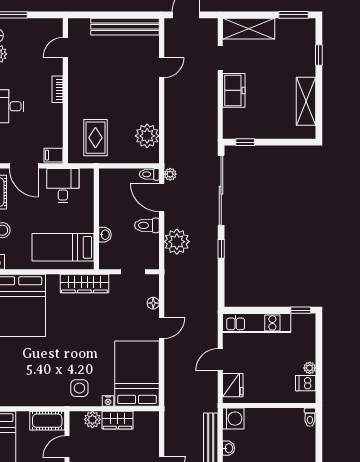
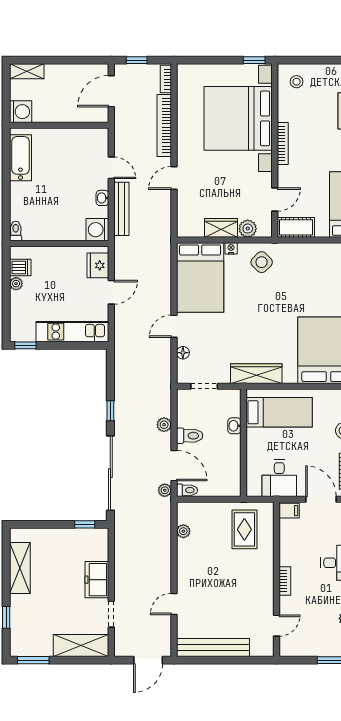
plant: (147, 136) -> (183, 531), width x0.53, depth x0.53
plant: (177, 242) -> (164, 425), width x0.53, depth x0.53
side table: (79, 388) -> (262, 262), turned 45

